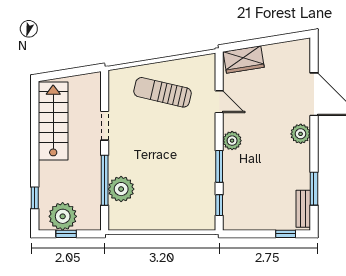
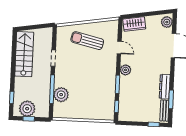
plant: (301, 134) -> (167, 22), moved
dresser: (302, 167) -> (165, 87), added

